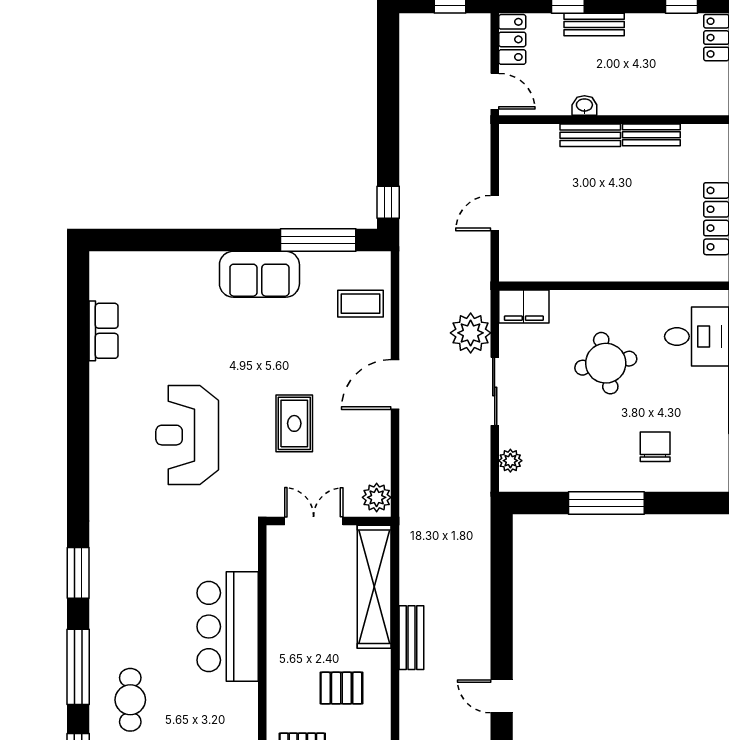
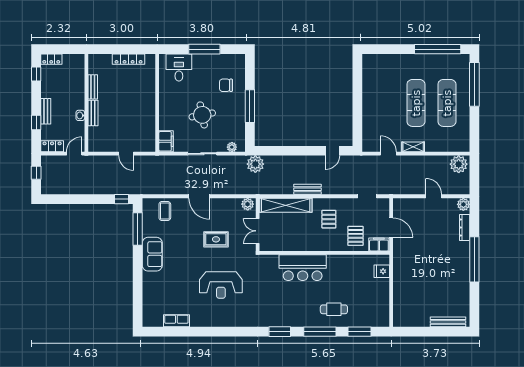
plant: (471, 333) -> (255, 164), moved
round table: (606, 363) -> (202, 115), moved

